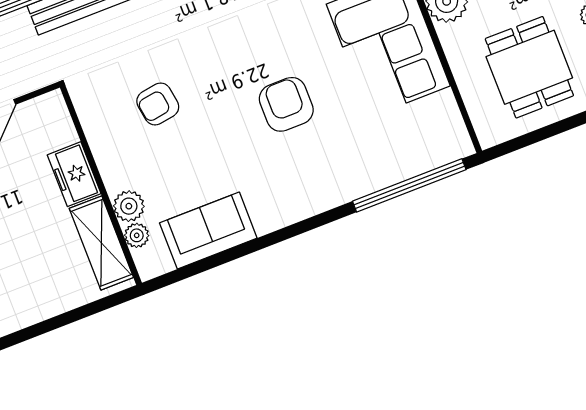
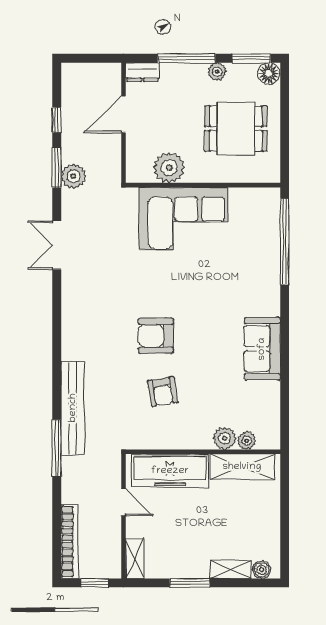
armchair: (286, 104) -> (156, 336), moved
freezer: (74, 174) -> (170, 471), width x1.91, depth x1.26
sofa: (208, 231) -> (262, 349), moved

